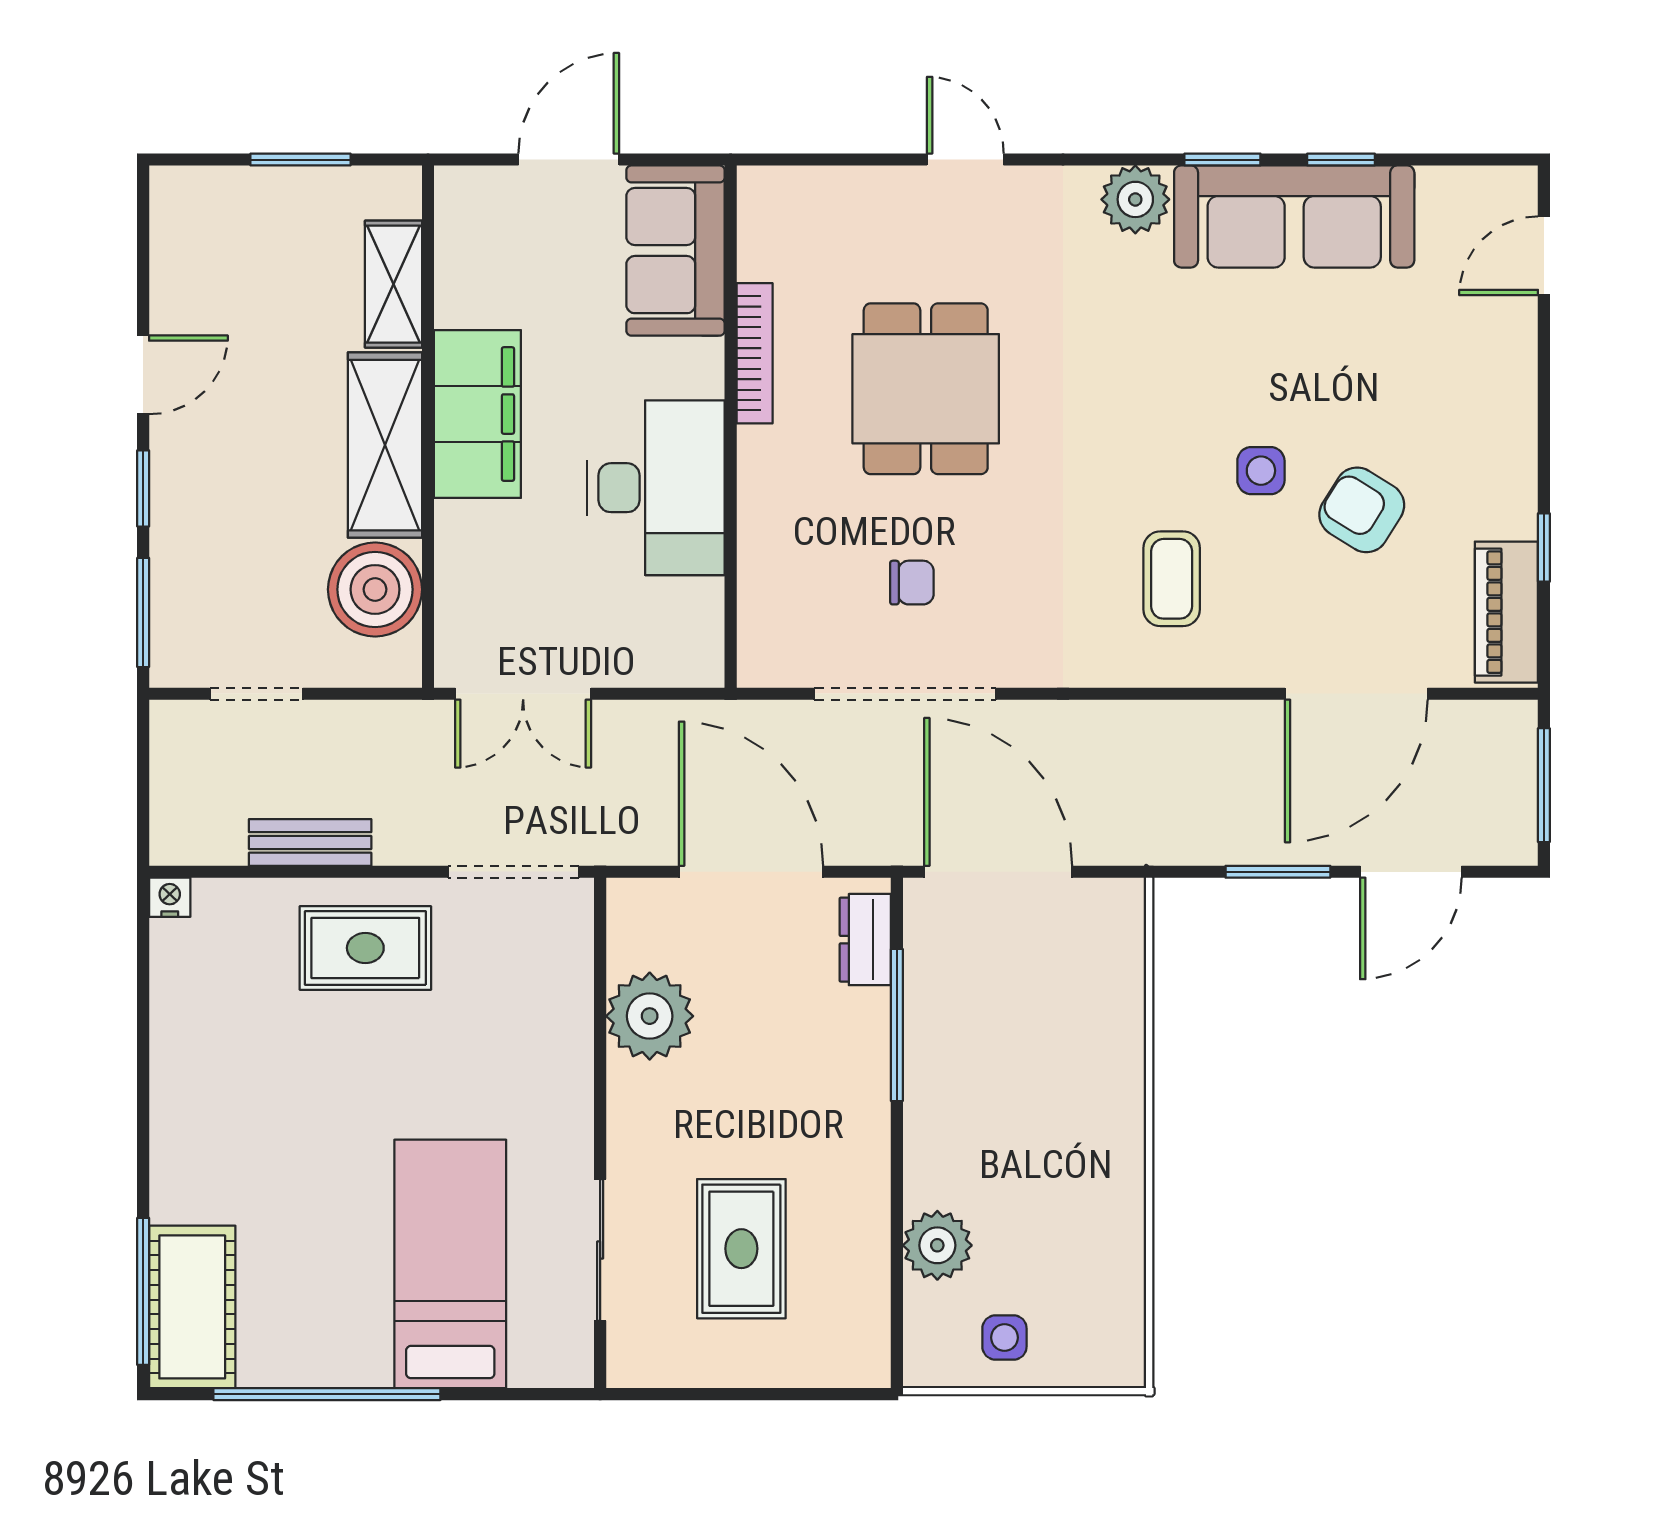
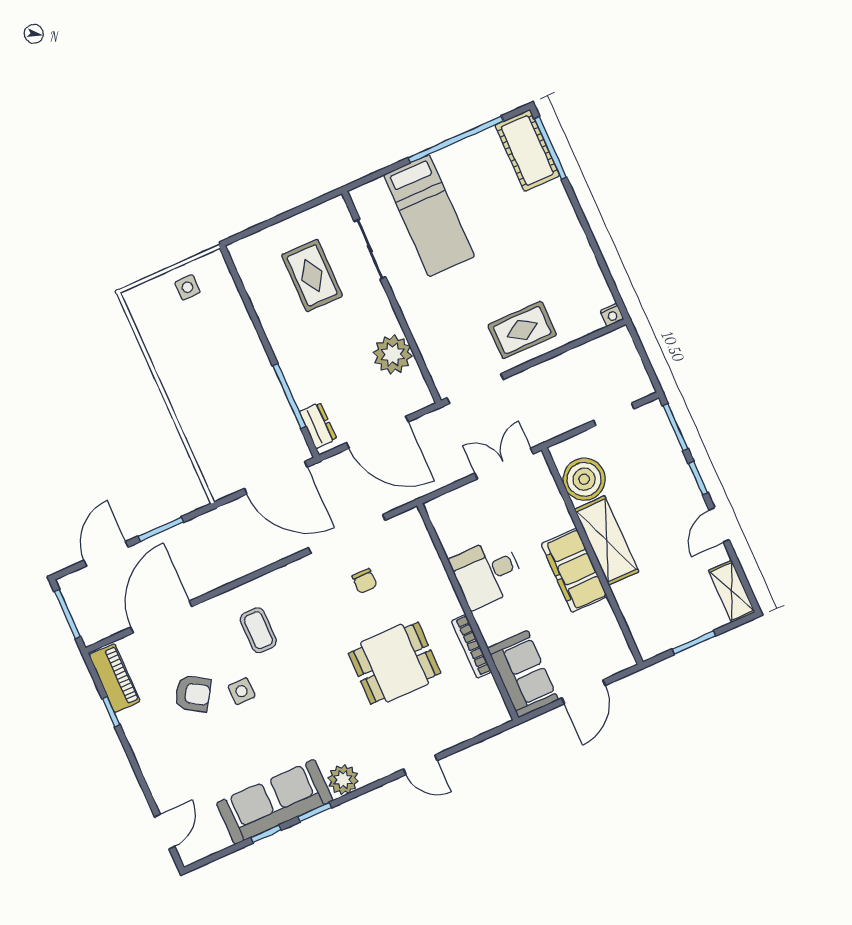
shelving: (393, 284) -> (732, 591), moved
dining table: (926, 389) -> (395, 663), turned 90
desk: (656, 488) -> (487, 573), width x0.73
chair: (912, 583) -> (365, 581), turned -90
bench: (310, 842) -> (564, 363), removed
plant: (937, 1245) -> (232, 313), removed

